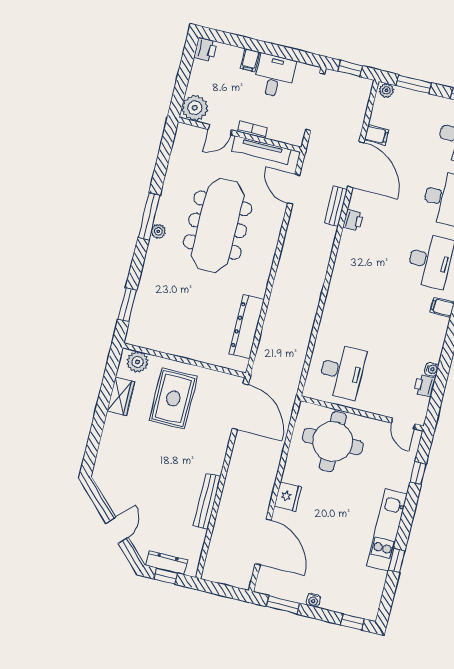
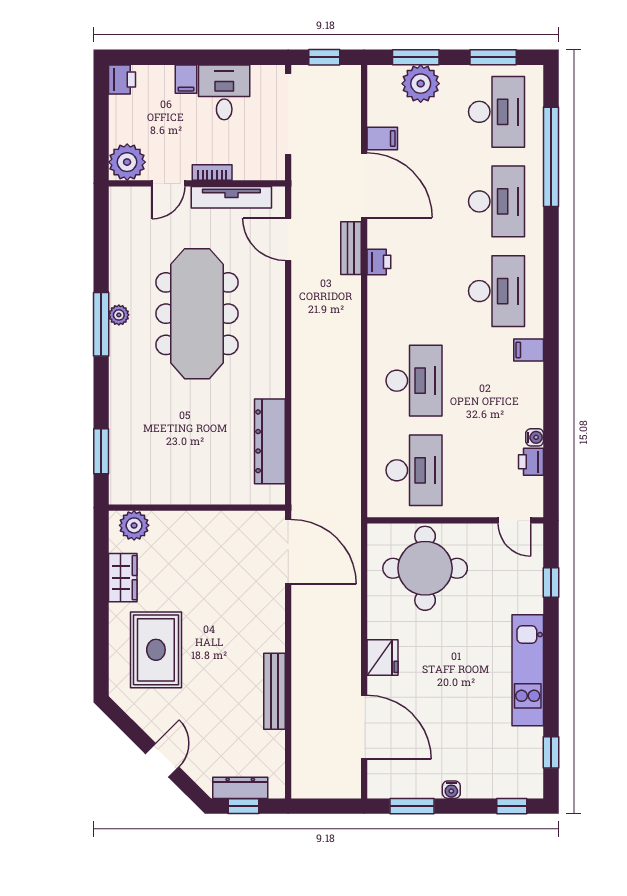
plant: (386, 90) -> (421, 84), moved, width x1.87, depth x1.87
plant: (158, 231) -> (119, 315), moved
desk: (357, 309) -> (414, 381), added
rug: (173, 398) -> (156, 650), moved
window: (397, 561) -> (551, 752), moved

